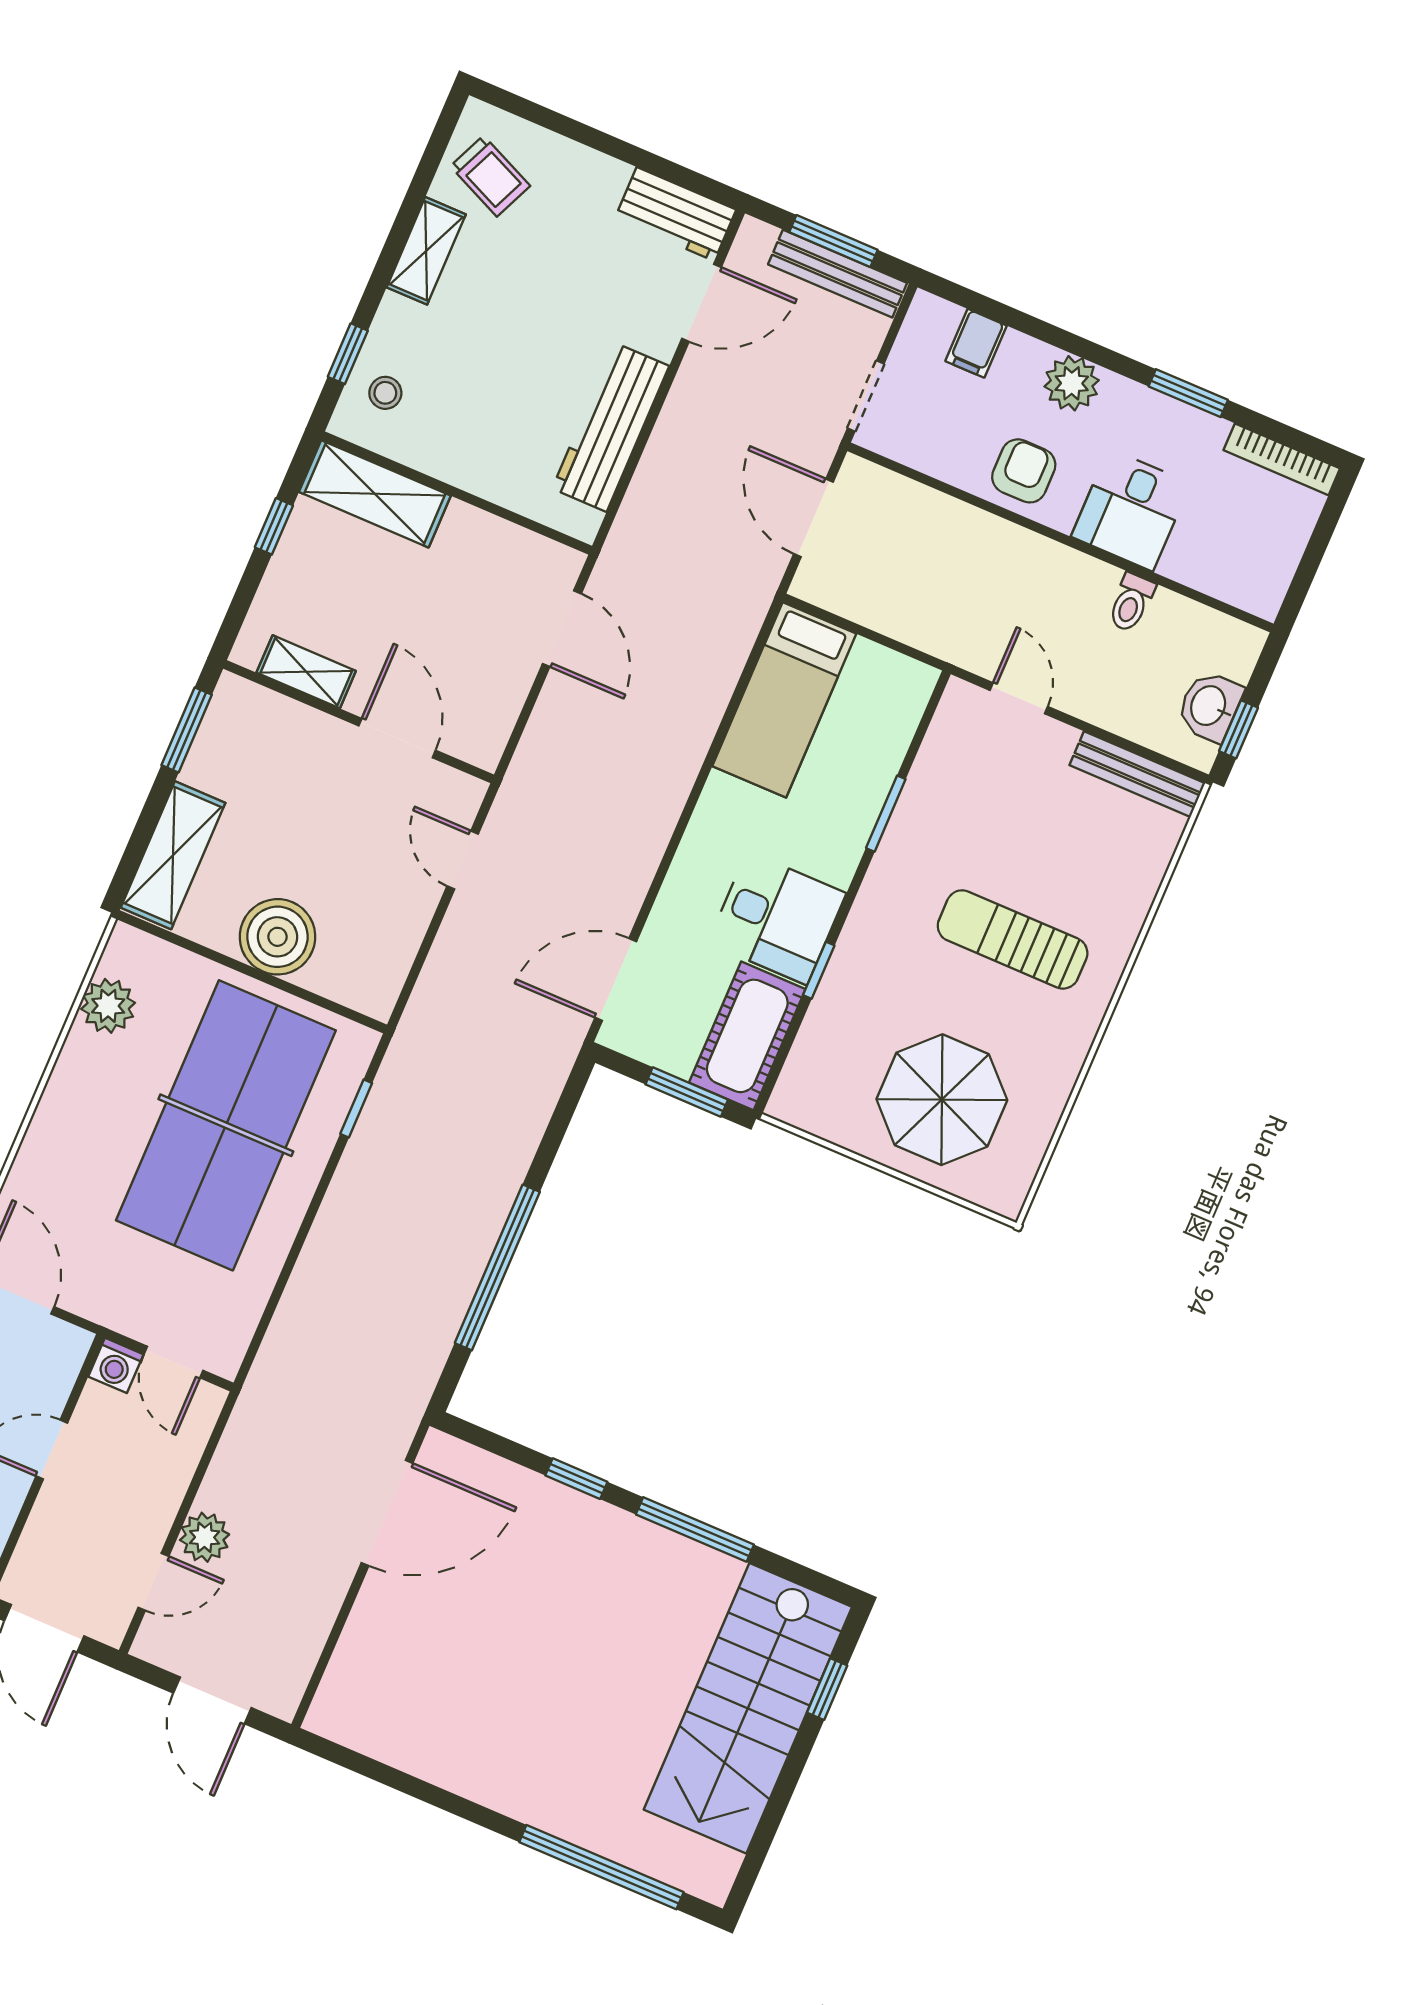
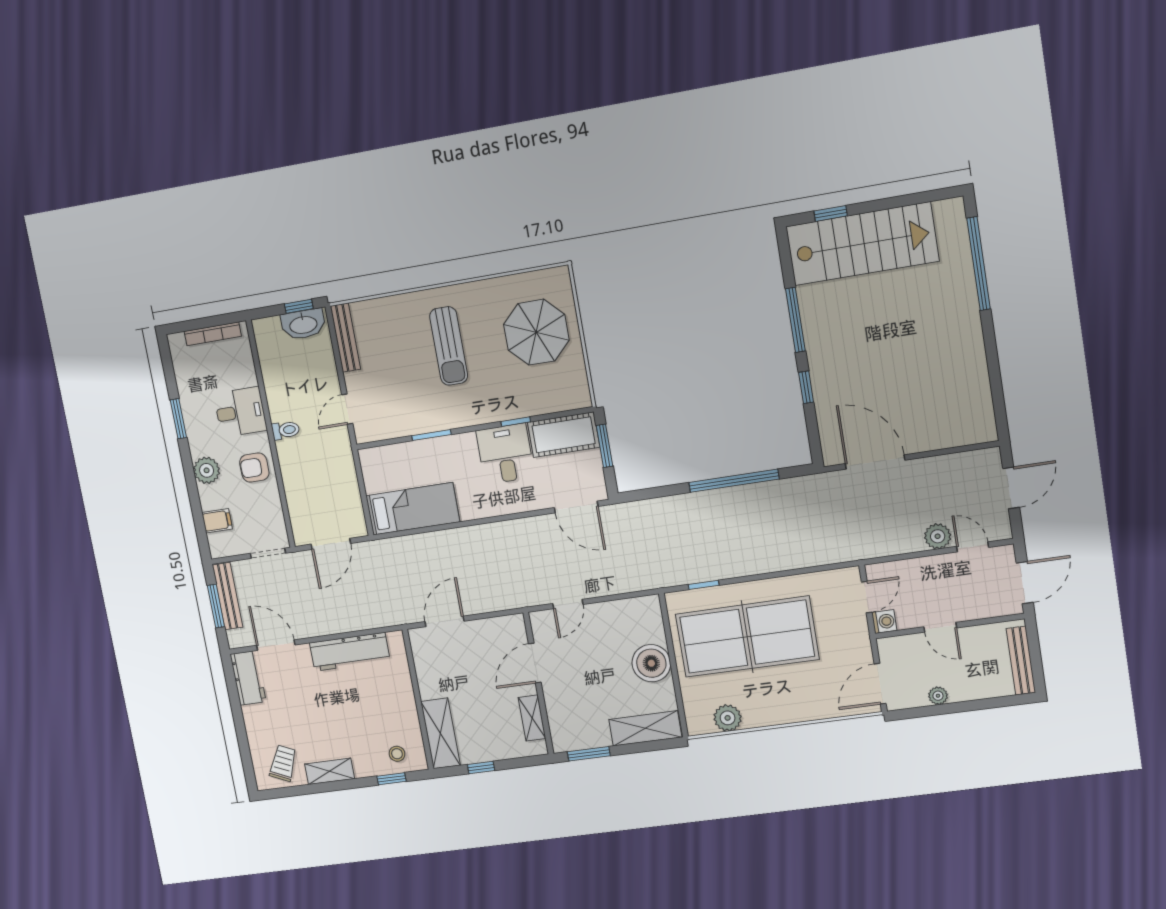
bookcase: (1282, 459) -> (213, 334), moved, turned 90
toilet: (1131, 603) -> (286, 430), moved
washbasin: (1210, 706) -> (303, 324), width x1.38

